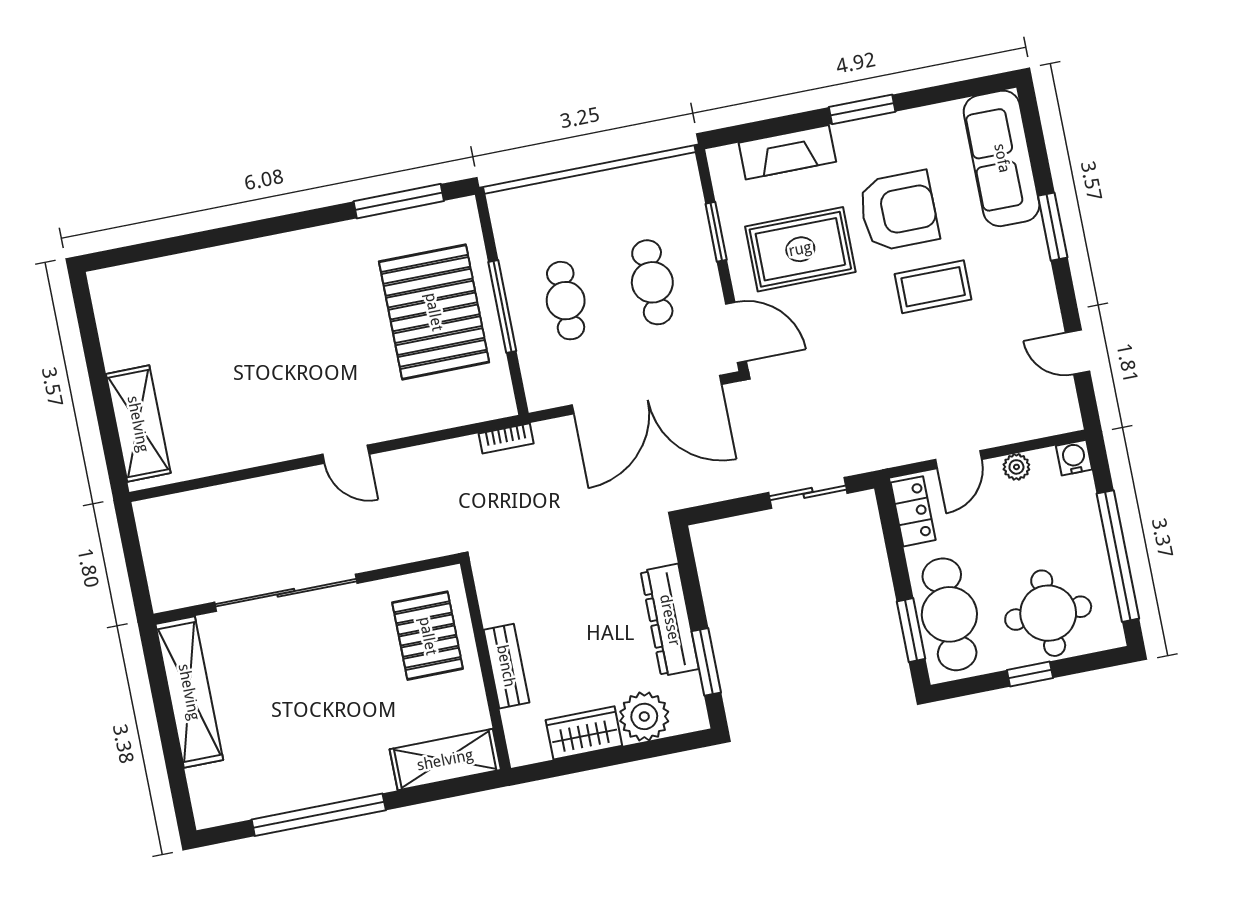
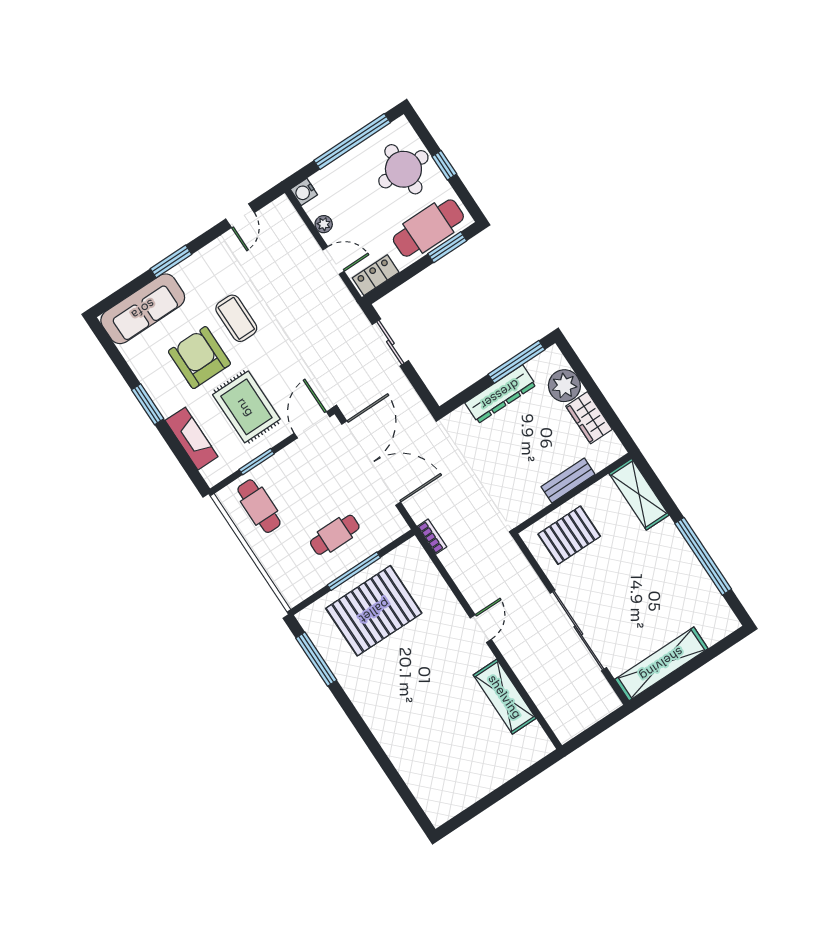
cafe table: (652, 282) -> (259, 506), moved, turned 90
shelving: (138, 424) -> (505, 697), moved, turned 90
window: (706, 662) -> (516, 362), width x1.44

